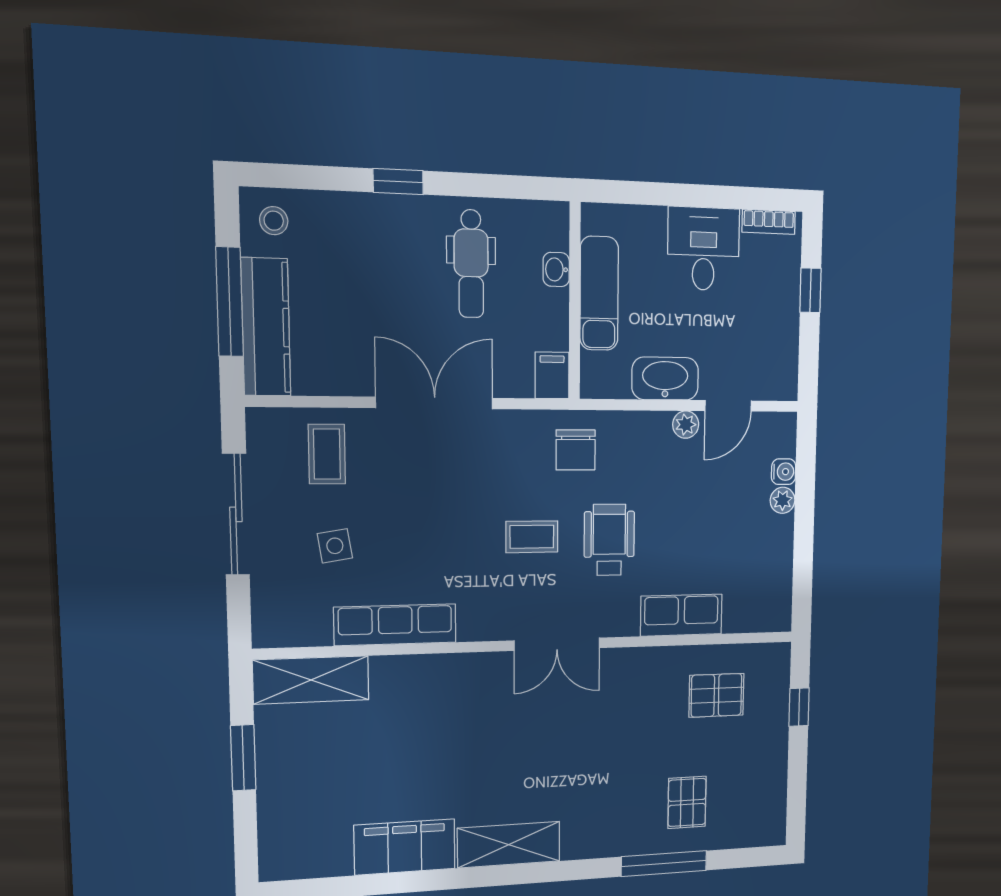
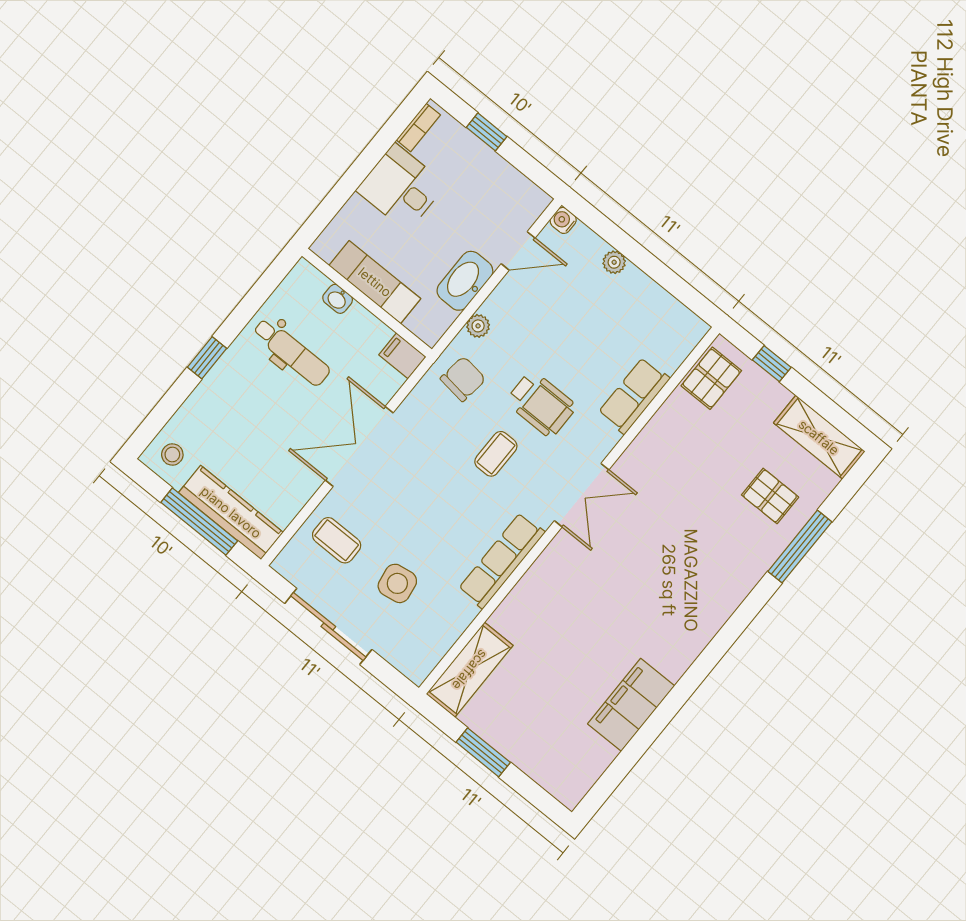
door: (728, 406) -> (518, 251), hinge flipped
plant: (686, 425) -> (478, 326), moved
chair: (576, 450) -> (463, 379), turned -83
water cooler: (784, 472) -> (563, 220), moved, turned -90
wheelchair: (609, 540) -> (541, 404), turned 180
side table: (335, 546) -> (397, 583), width x1.37, depth x1.37
row of seats: (395, 625) -> (502, 561), moved
pallet: (716, 695) -> (711, 378), moved
shelving: (509, 845) -> (819, 437), moved, turned 90

